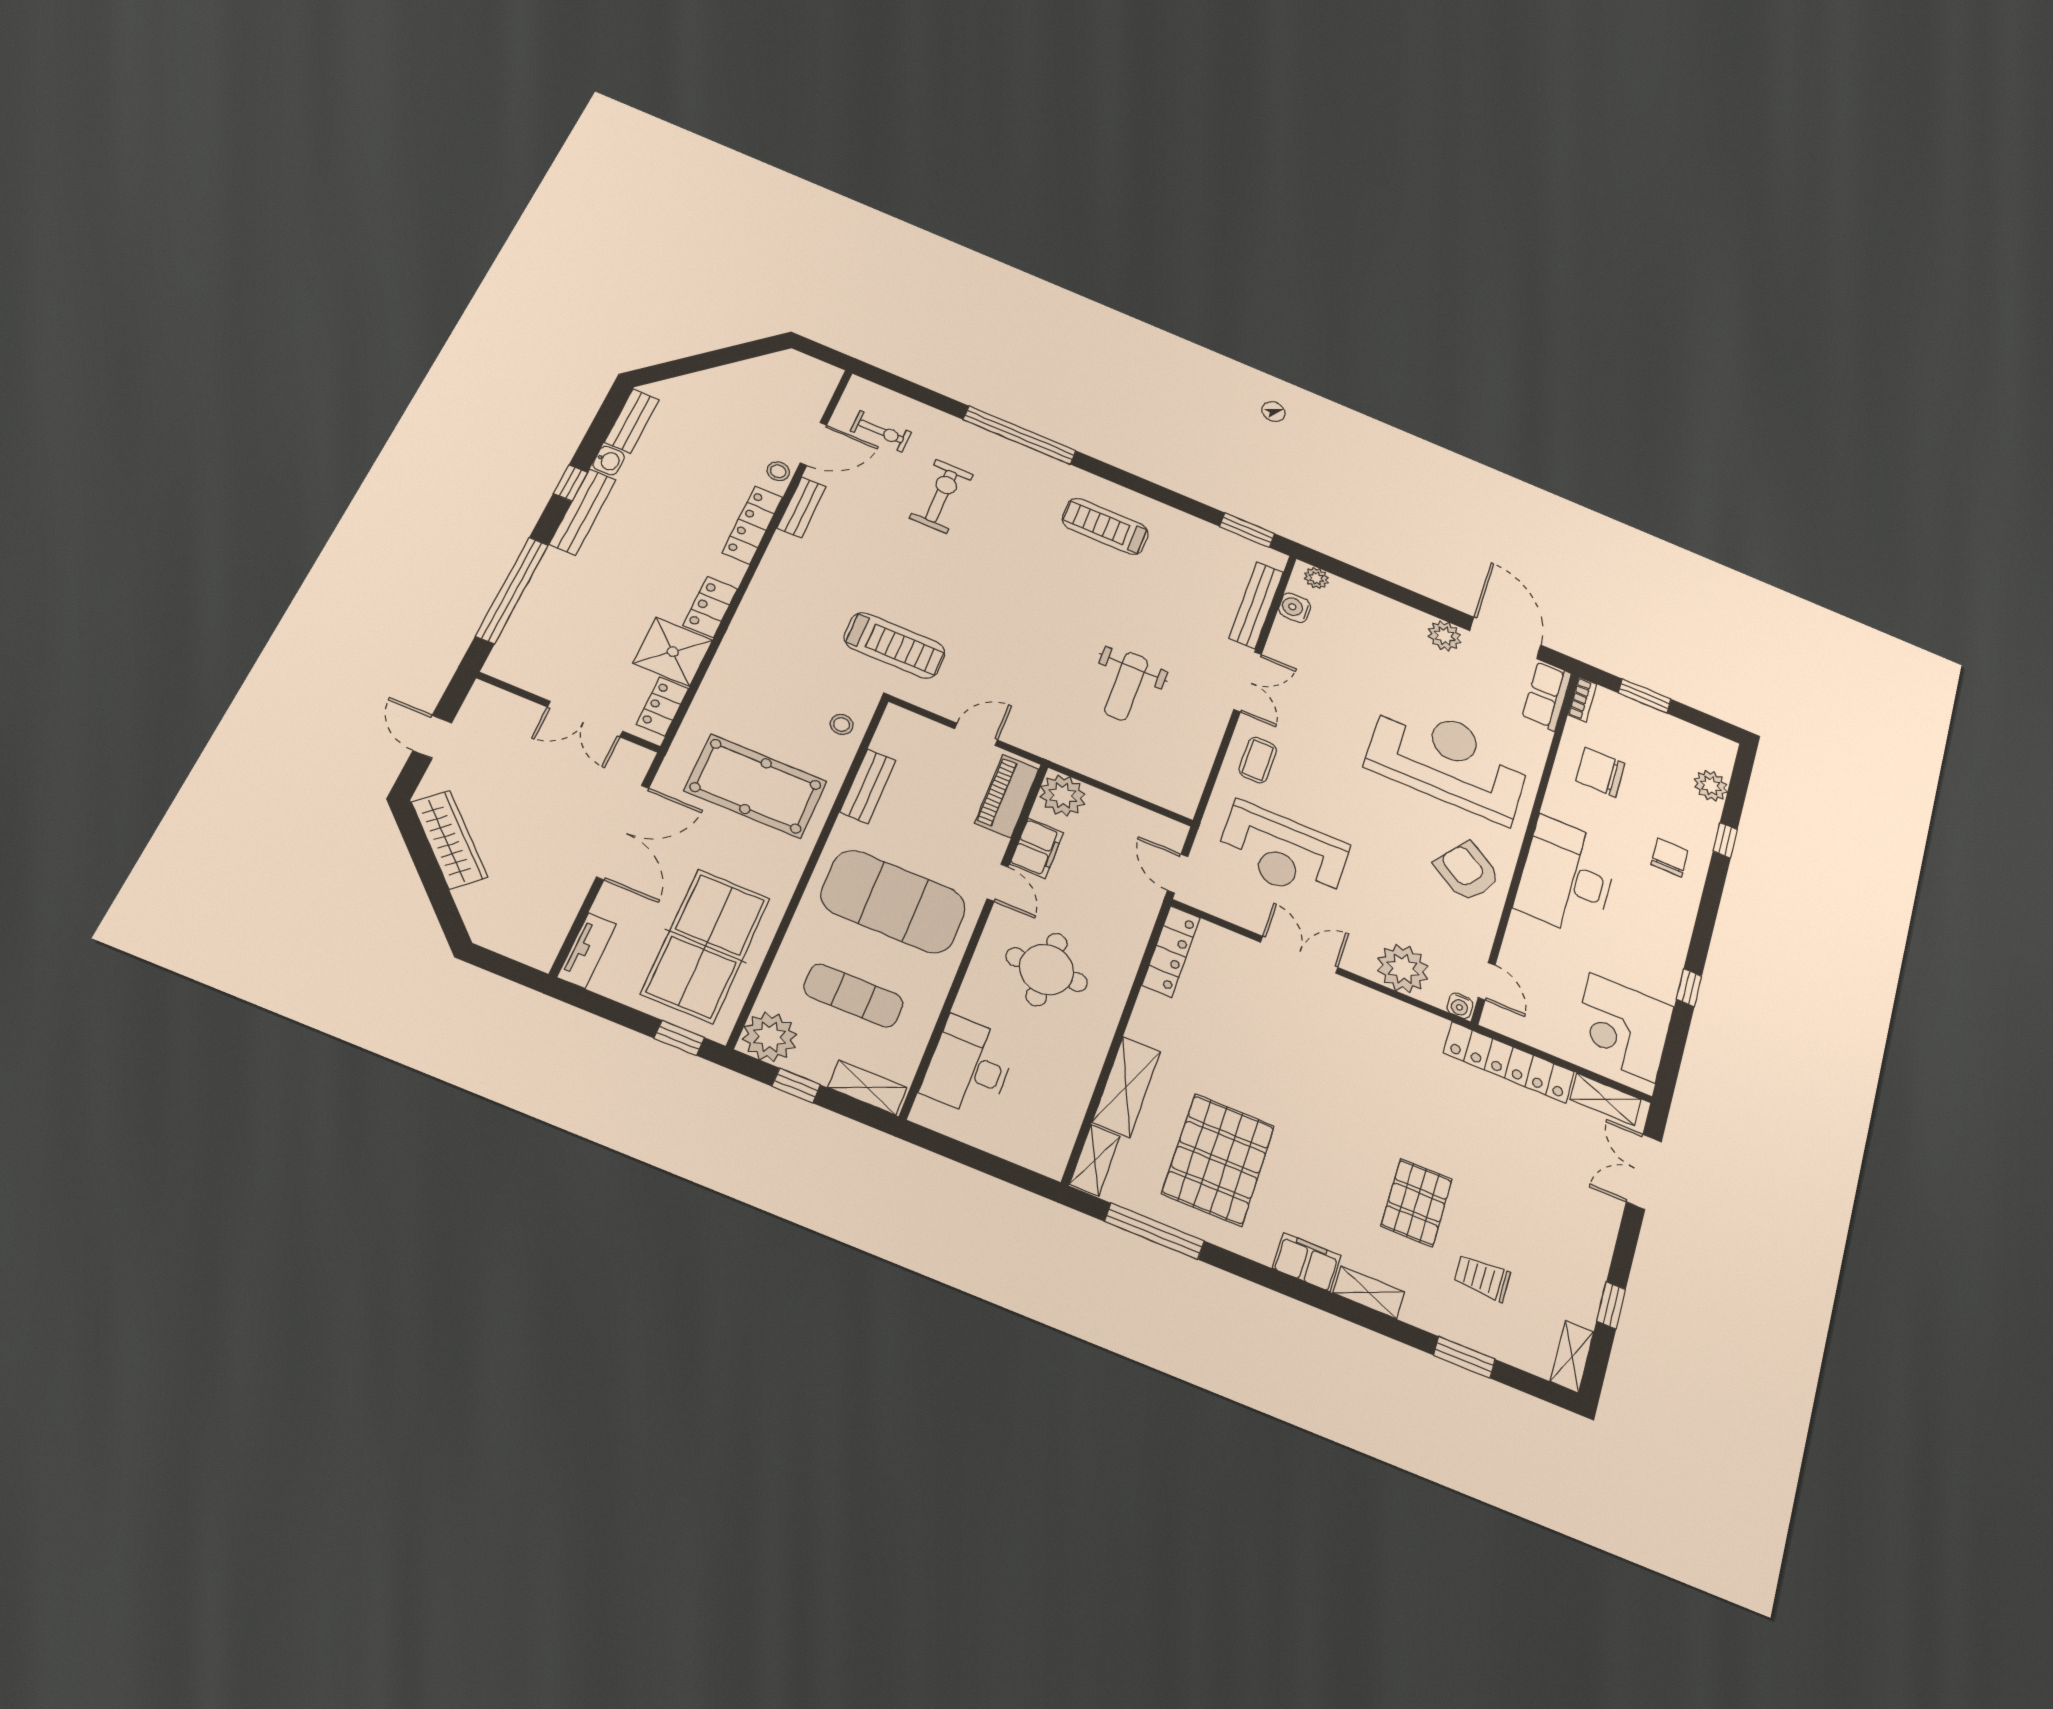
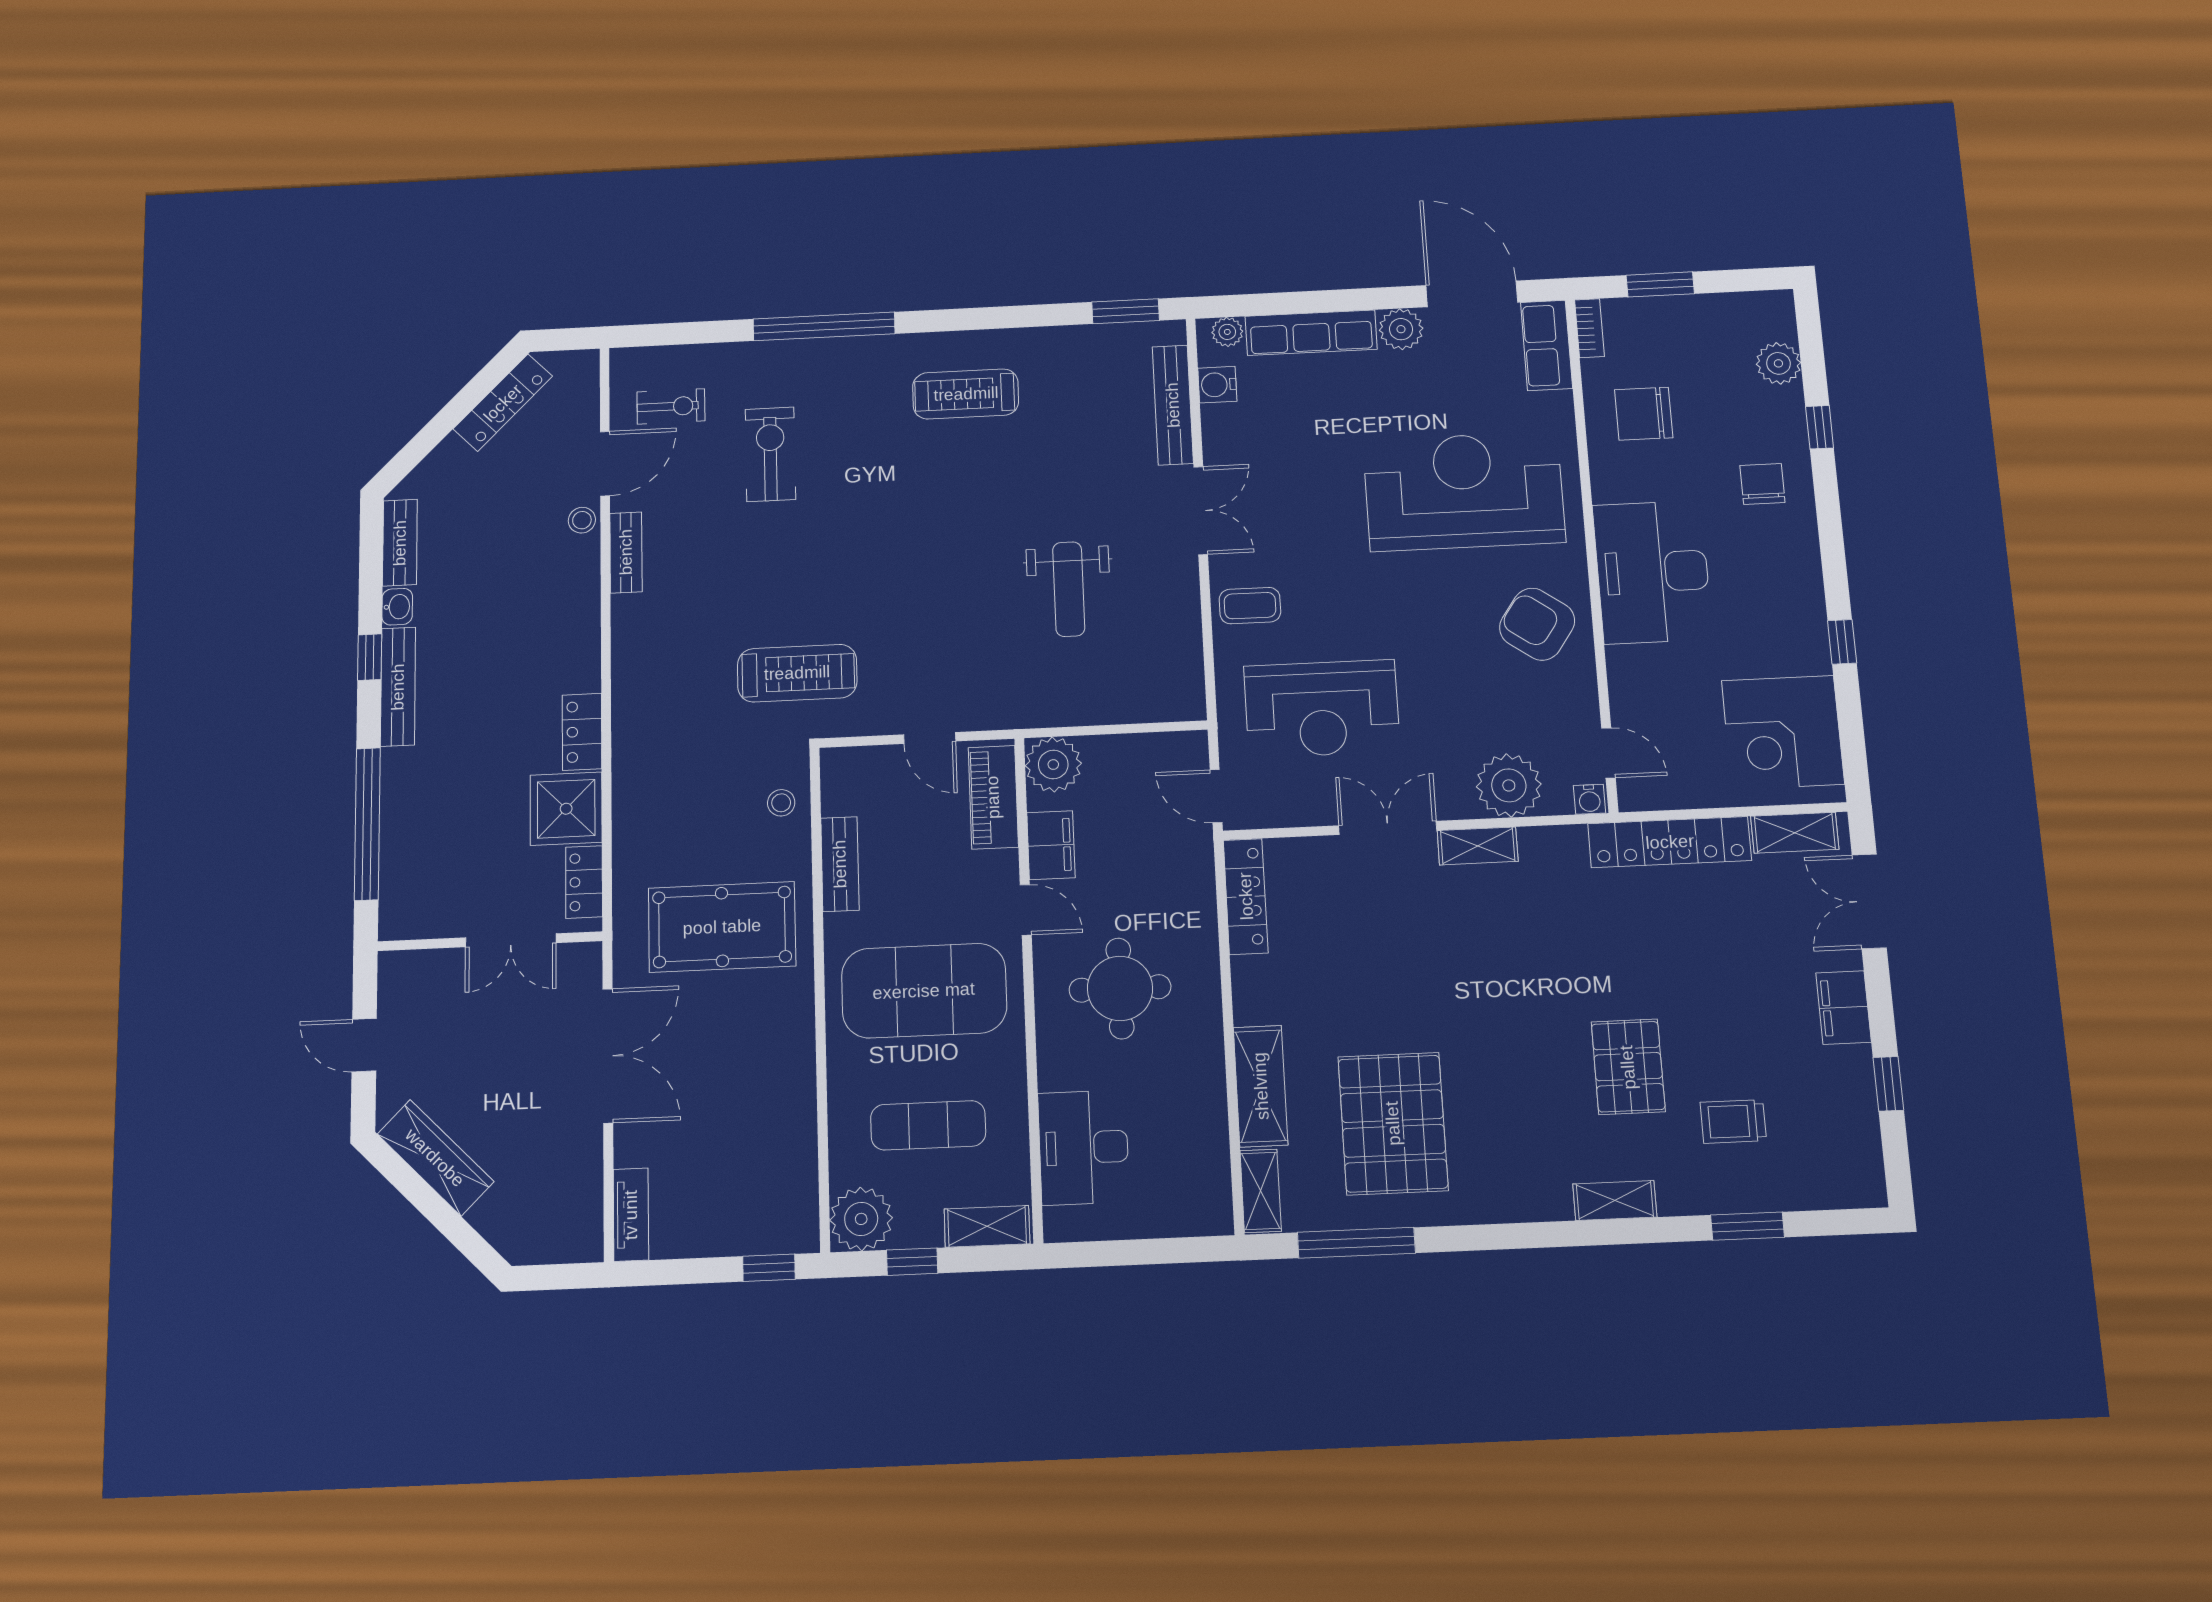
locker: (752, 525) -> (503, 403), moved, turned -135
row of seats: (1378, 607) -> (1311, 333), added
door: (976, 734) -> (930, 738), swing flipped
coffee table: (1258, 760) -> (1250, 606), turned 90
table tennis table: (706, 946) -> (750, 1146), removed
filing cabinet: (1307, 1262) -> (1844, 1008), moved, turned -90
shelving: (1572, 1357) -> (1478, 846), moved, turned 90

